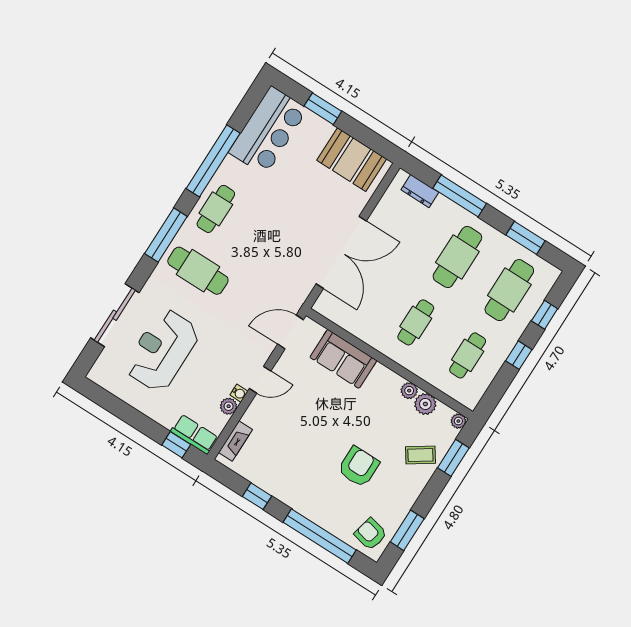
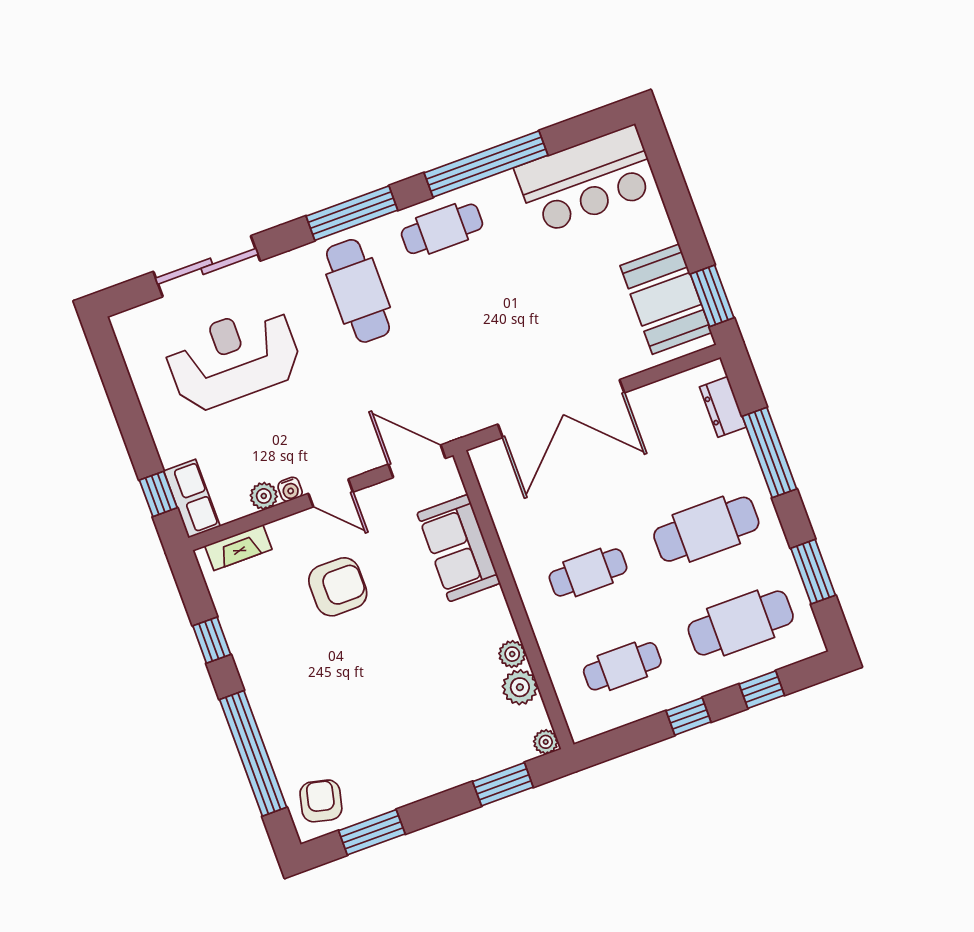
window: (323, 109) -> (712, 296), moved
coffee table: (420, 455) -> (463, 748), removed
armchair: (359, 467) -> (338, 587), moved

